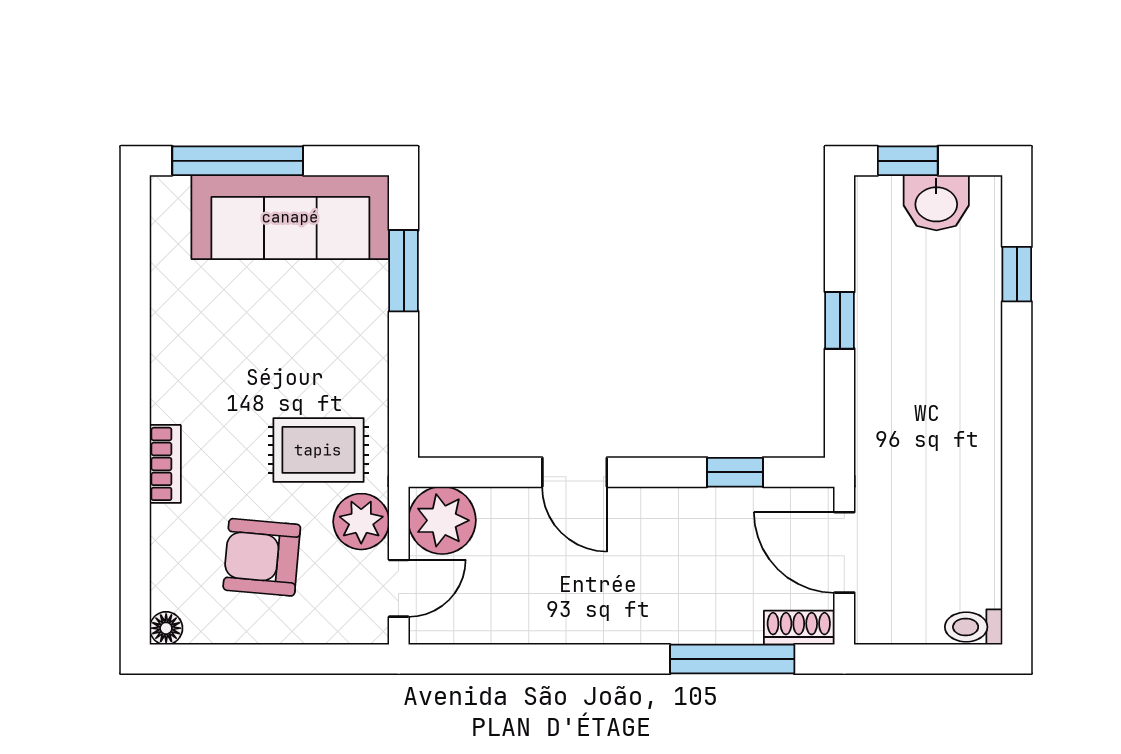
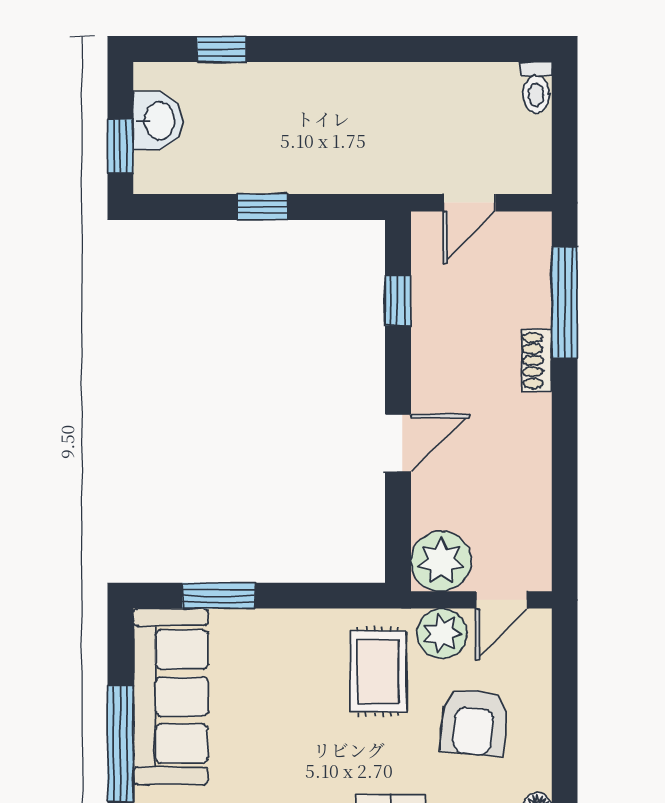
door: (844, 552) -> (469, 203), width x0.73
door: (399, 588) -> (501, 600), swing flipped
shoe rack: (799, 628) -> (537, 360), moved

